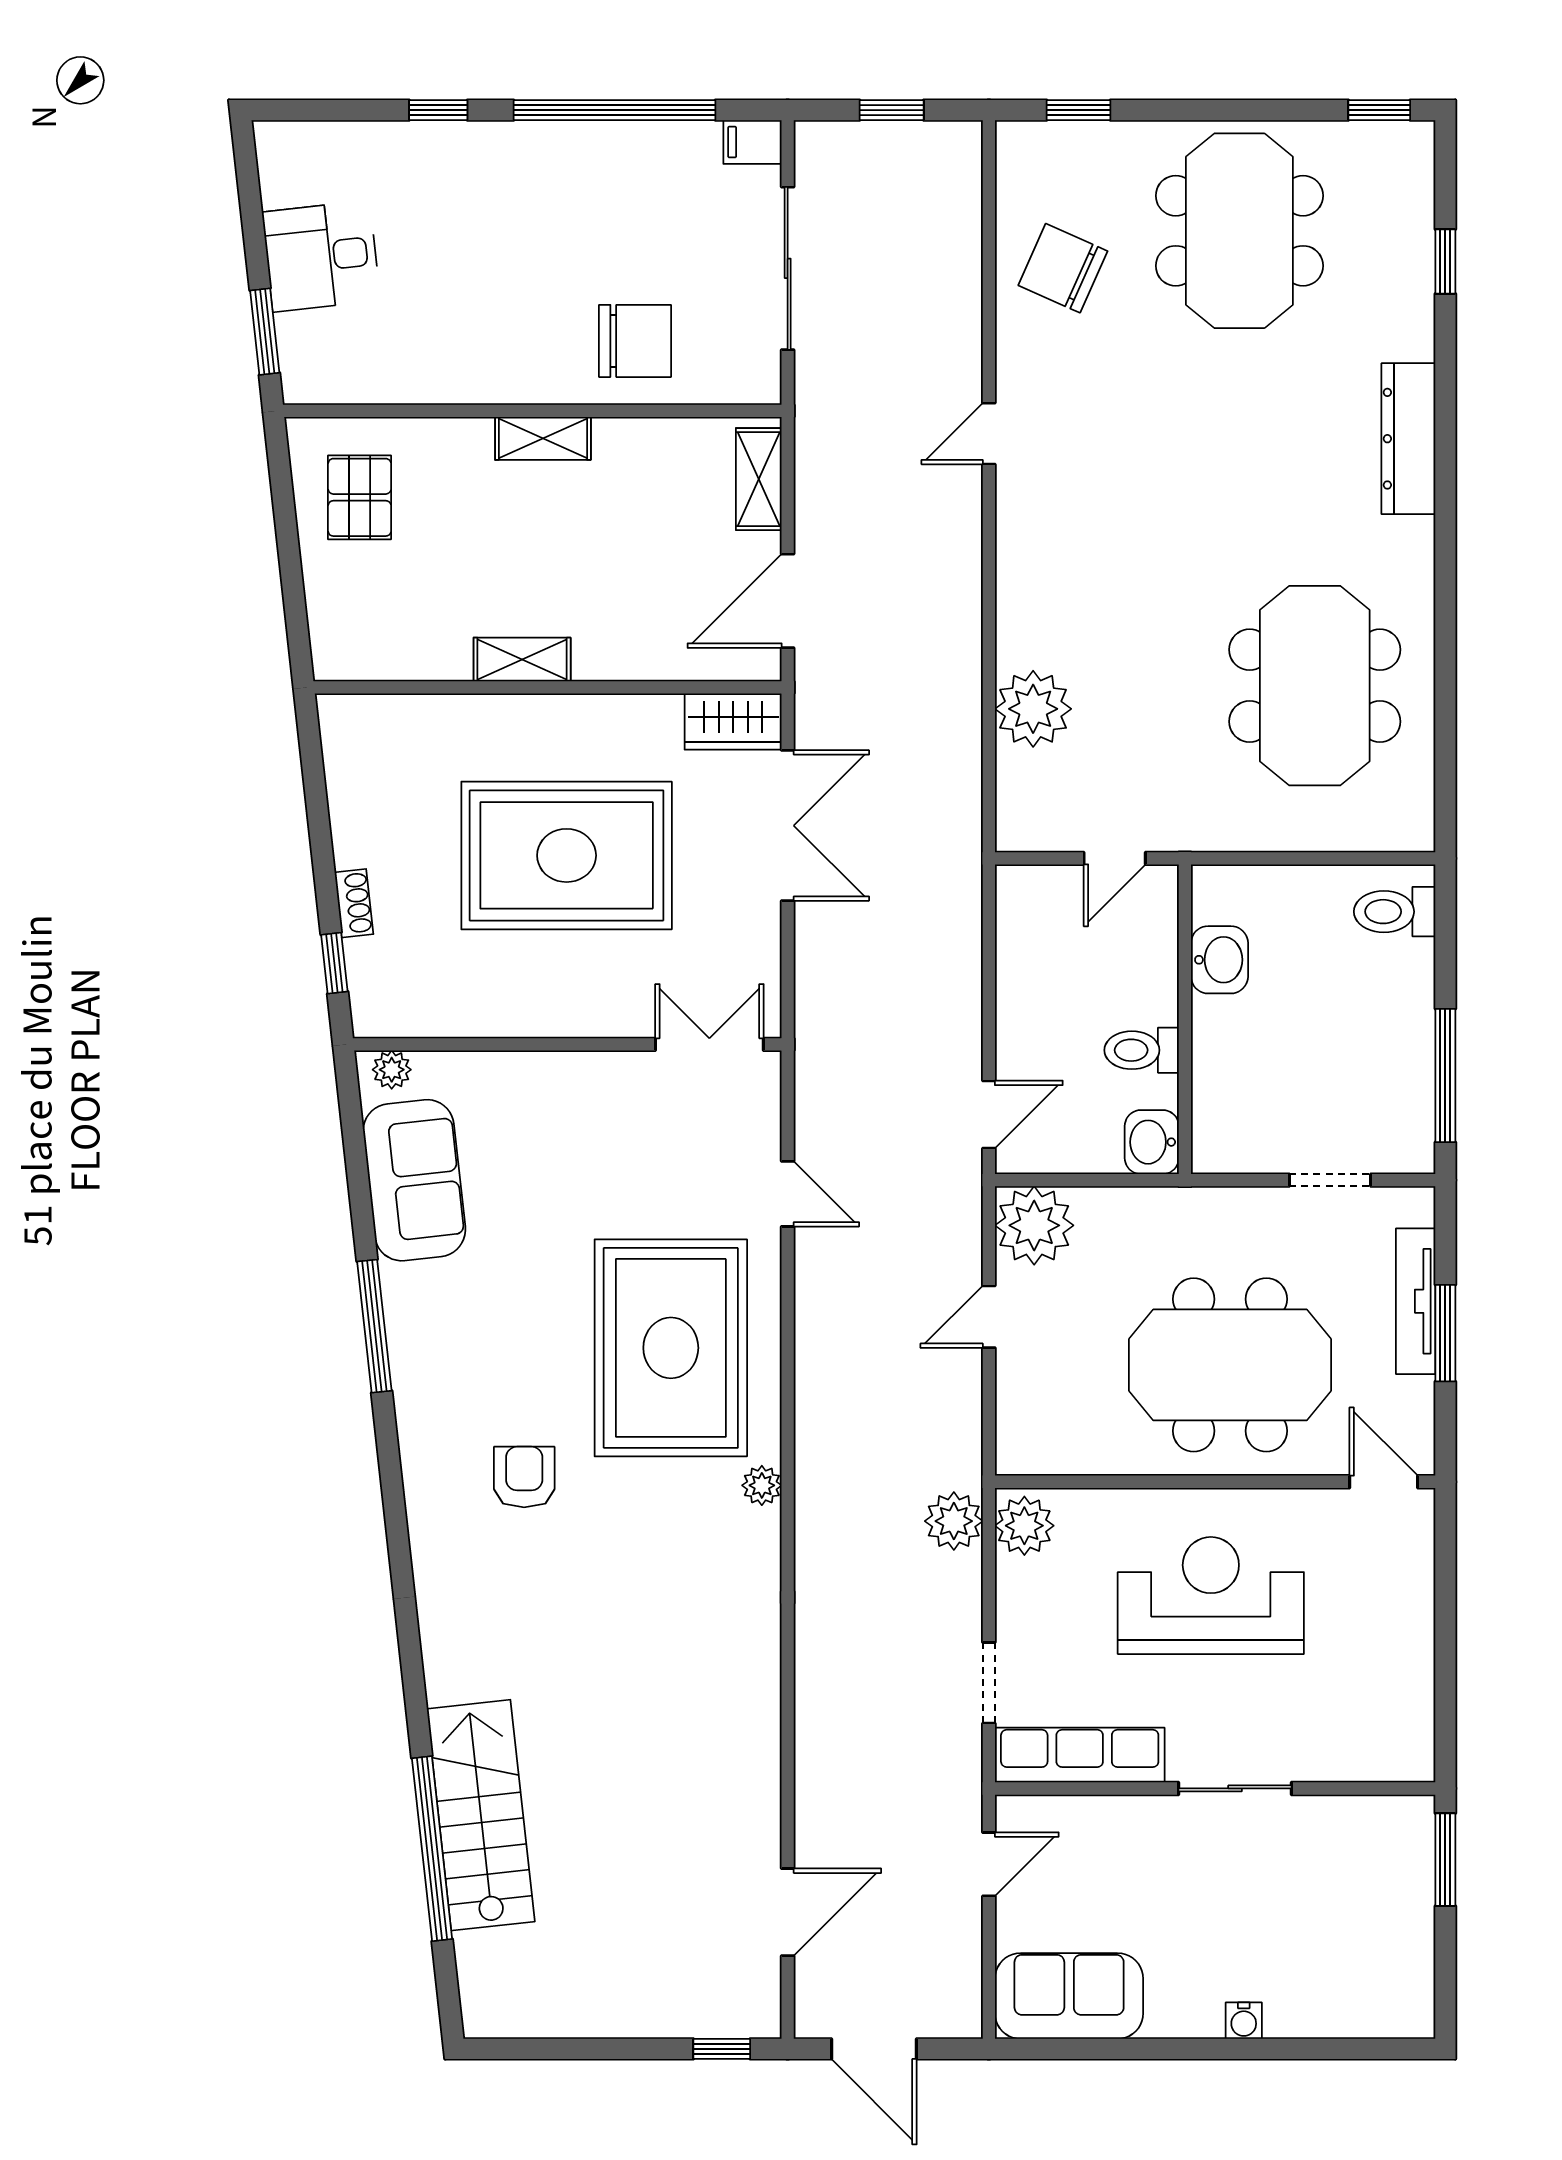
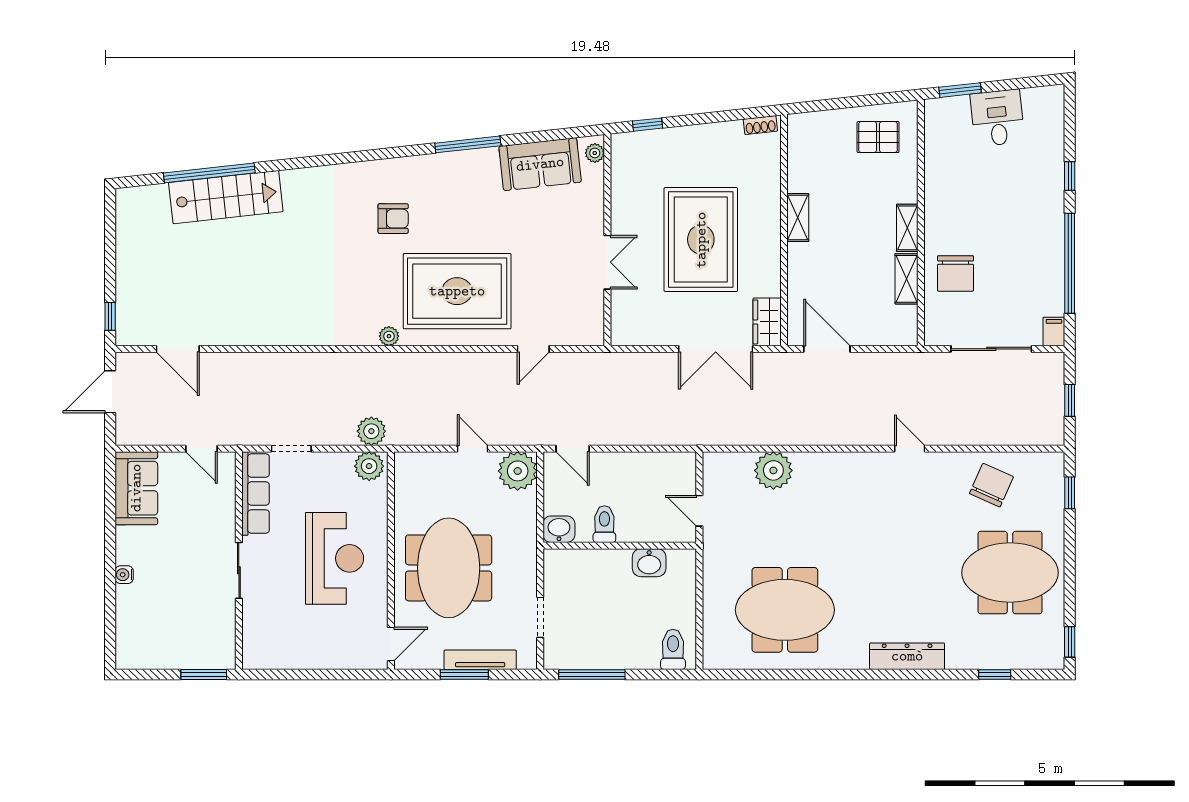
shelving: (759, 479) -> (907, 279), moved, turned 90
shoe rack: (354, 903) -> (760, 125), moved
double door: (709, 1044) -> (607, 262), moved

